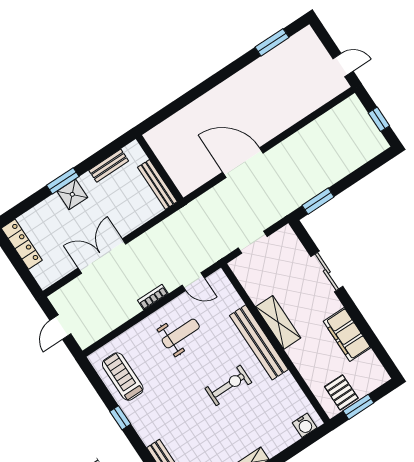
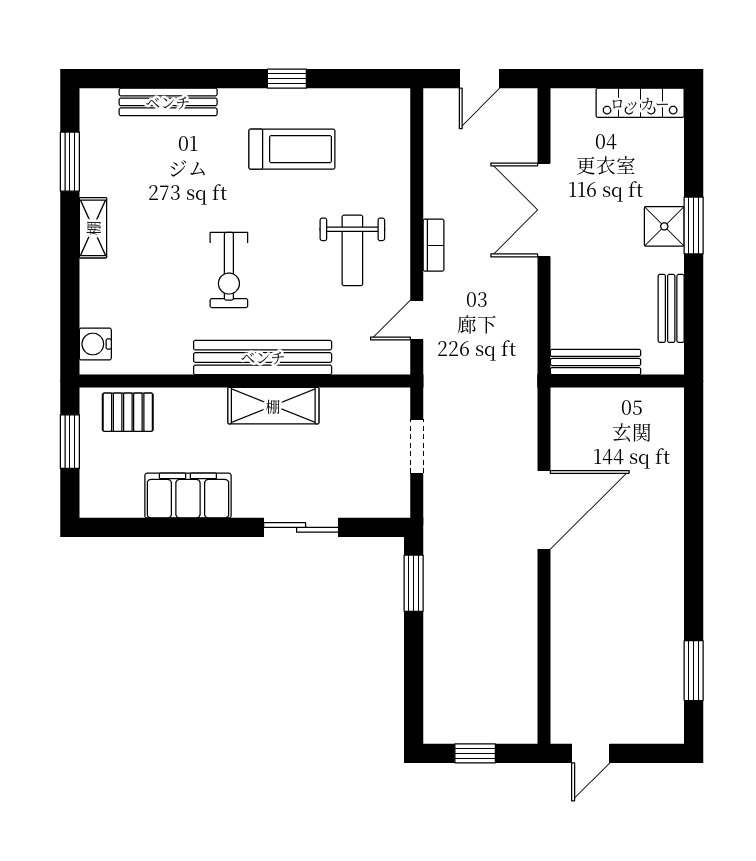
double door: (102, 256) -> (544, 210), swing flipped
door: (60, 327) -> (480, 79), swing flipped
treadmill: (123, 377) -> (292, 149), moved
pallet: (341, 392) -> (128, 412), moved

